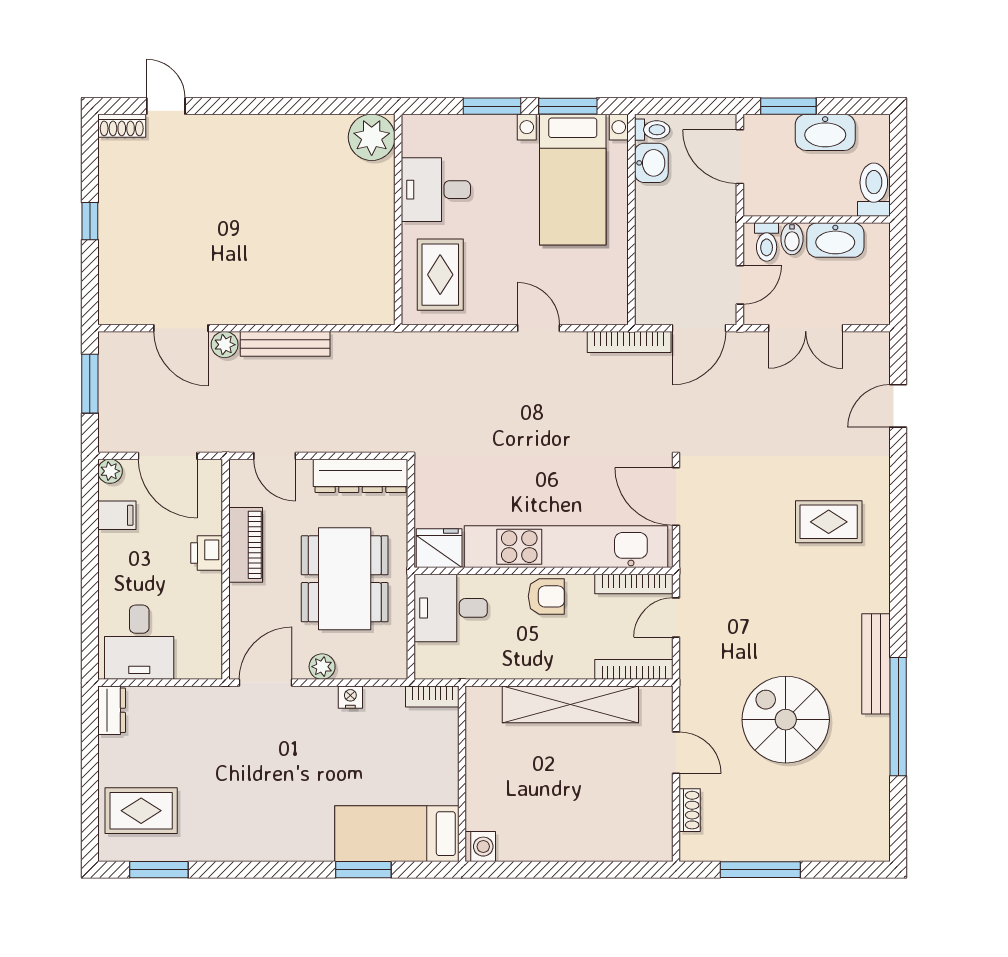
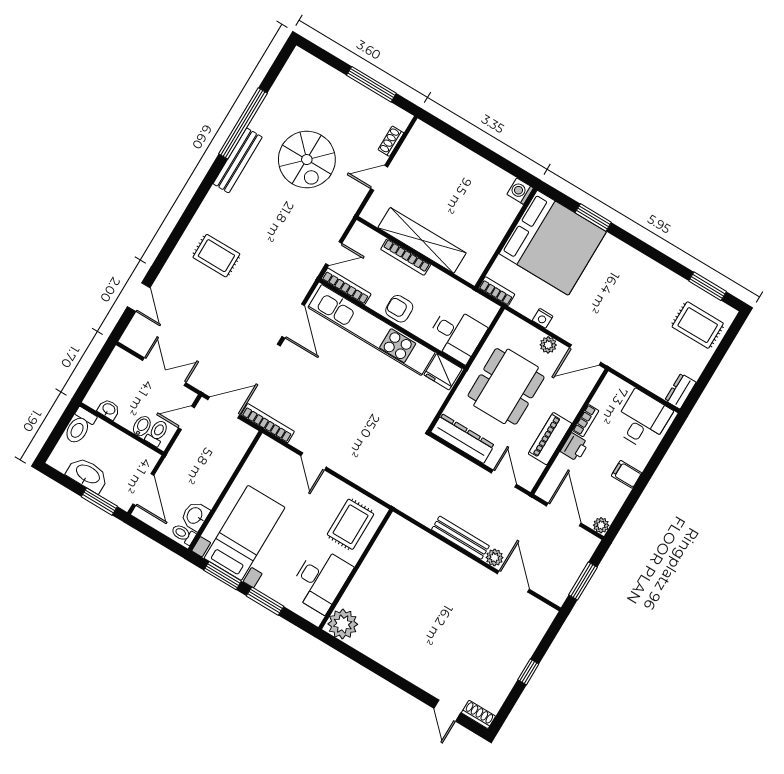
desk: (436, 190) -> (320, 580), width x1.37
washbasin: (835, 240) -> (109, 409), width x0.52, depth x0.69
door: (898, 406) -> (139, 297), hinge flipped
filing cabinet: (117, 515) -> (626, 474), moved
bookcase: (213, 597) -> (586, 421), added
bookcase: (634, 669) -> (406, 257), moved
door: (676, 753) -> (379, 178), hinge flipped
bed: (397, 834) -> (553, 243), width x2.04

